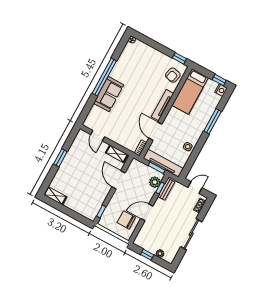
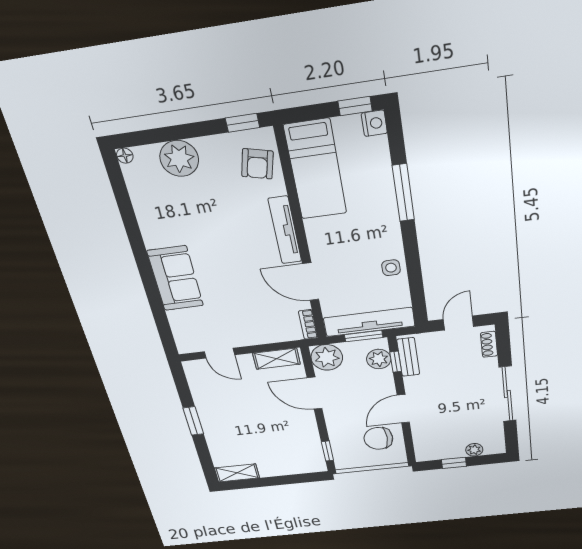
plant: (149, 54) -> (179, 158), added
window: (104, 77) -> (141, 256), removed
plant: (136, 167) -> (327, 357), added

